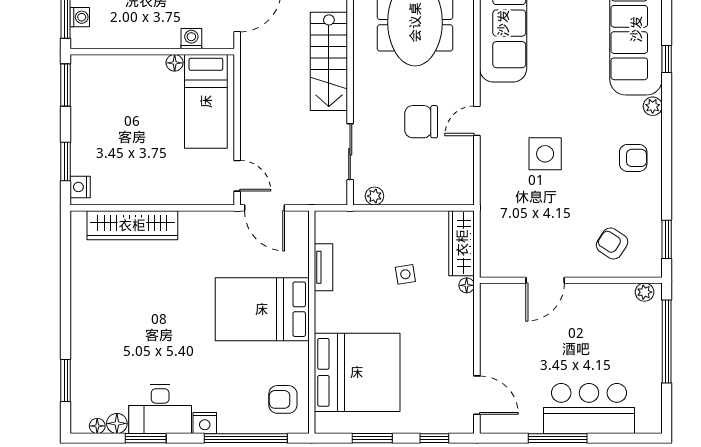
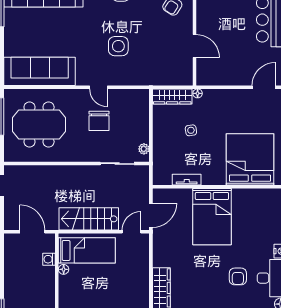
stairs: (329, 61) -> (89, 219), moved, turned 180
armchair: (283, 399) -> (238, 276), moved

